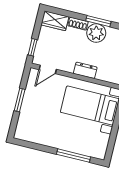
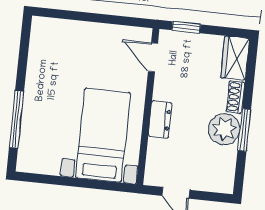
window: (20, 100) -> (96, 18), removed

